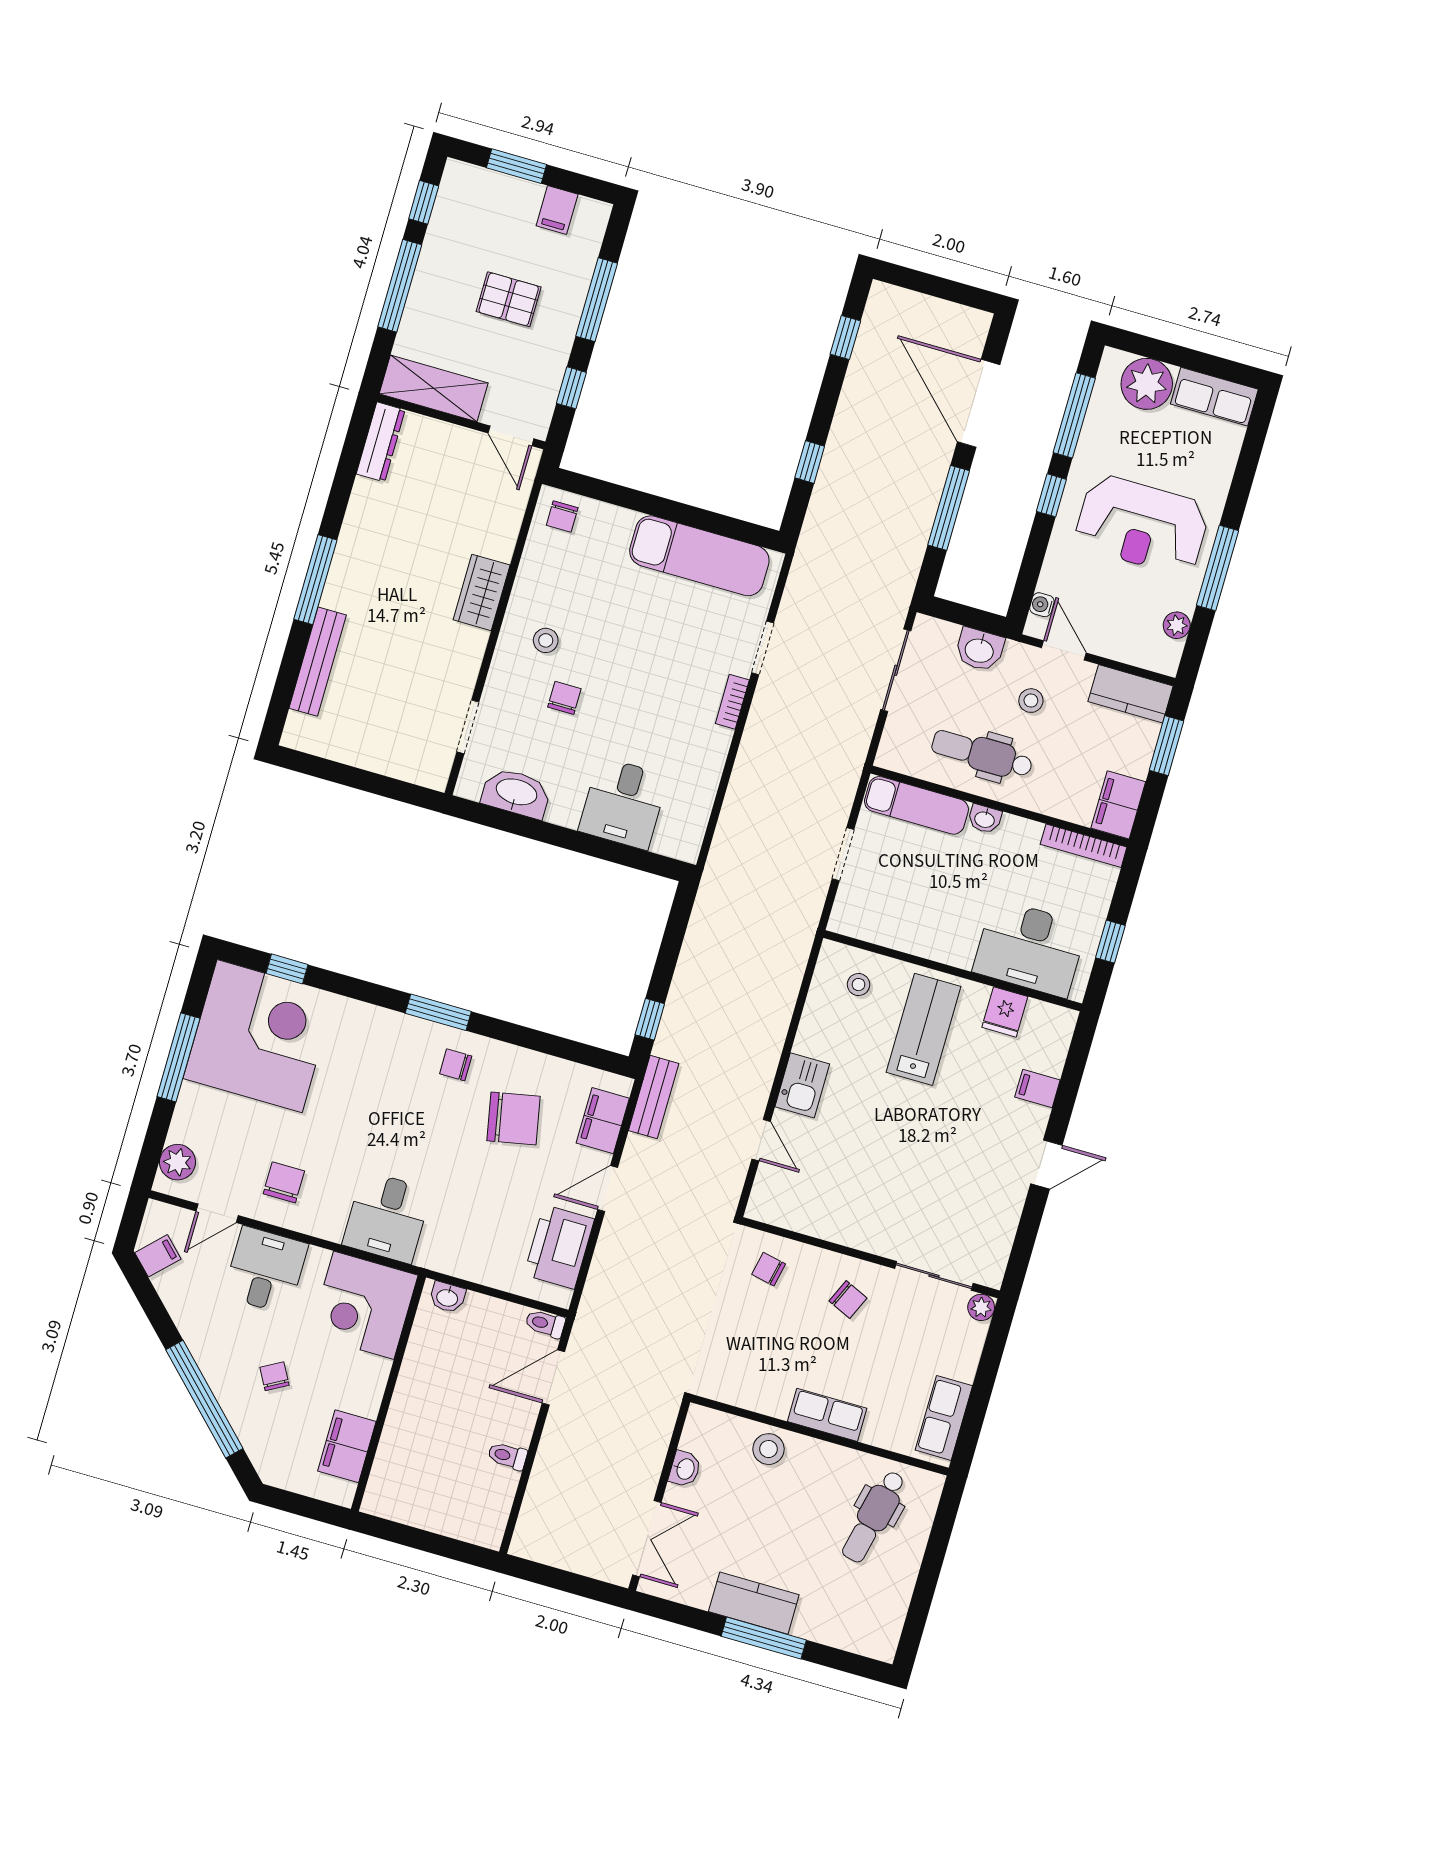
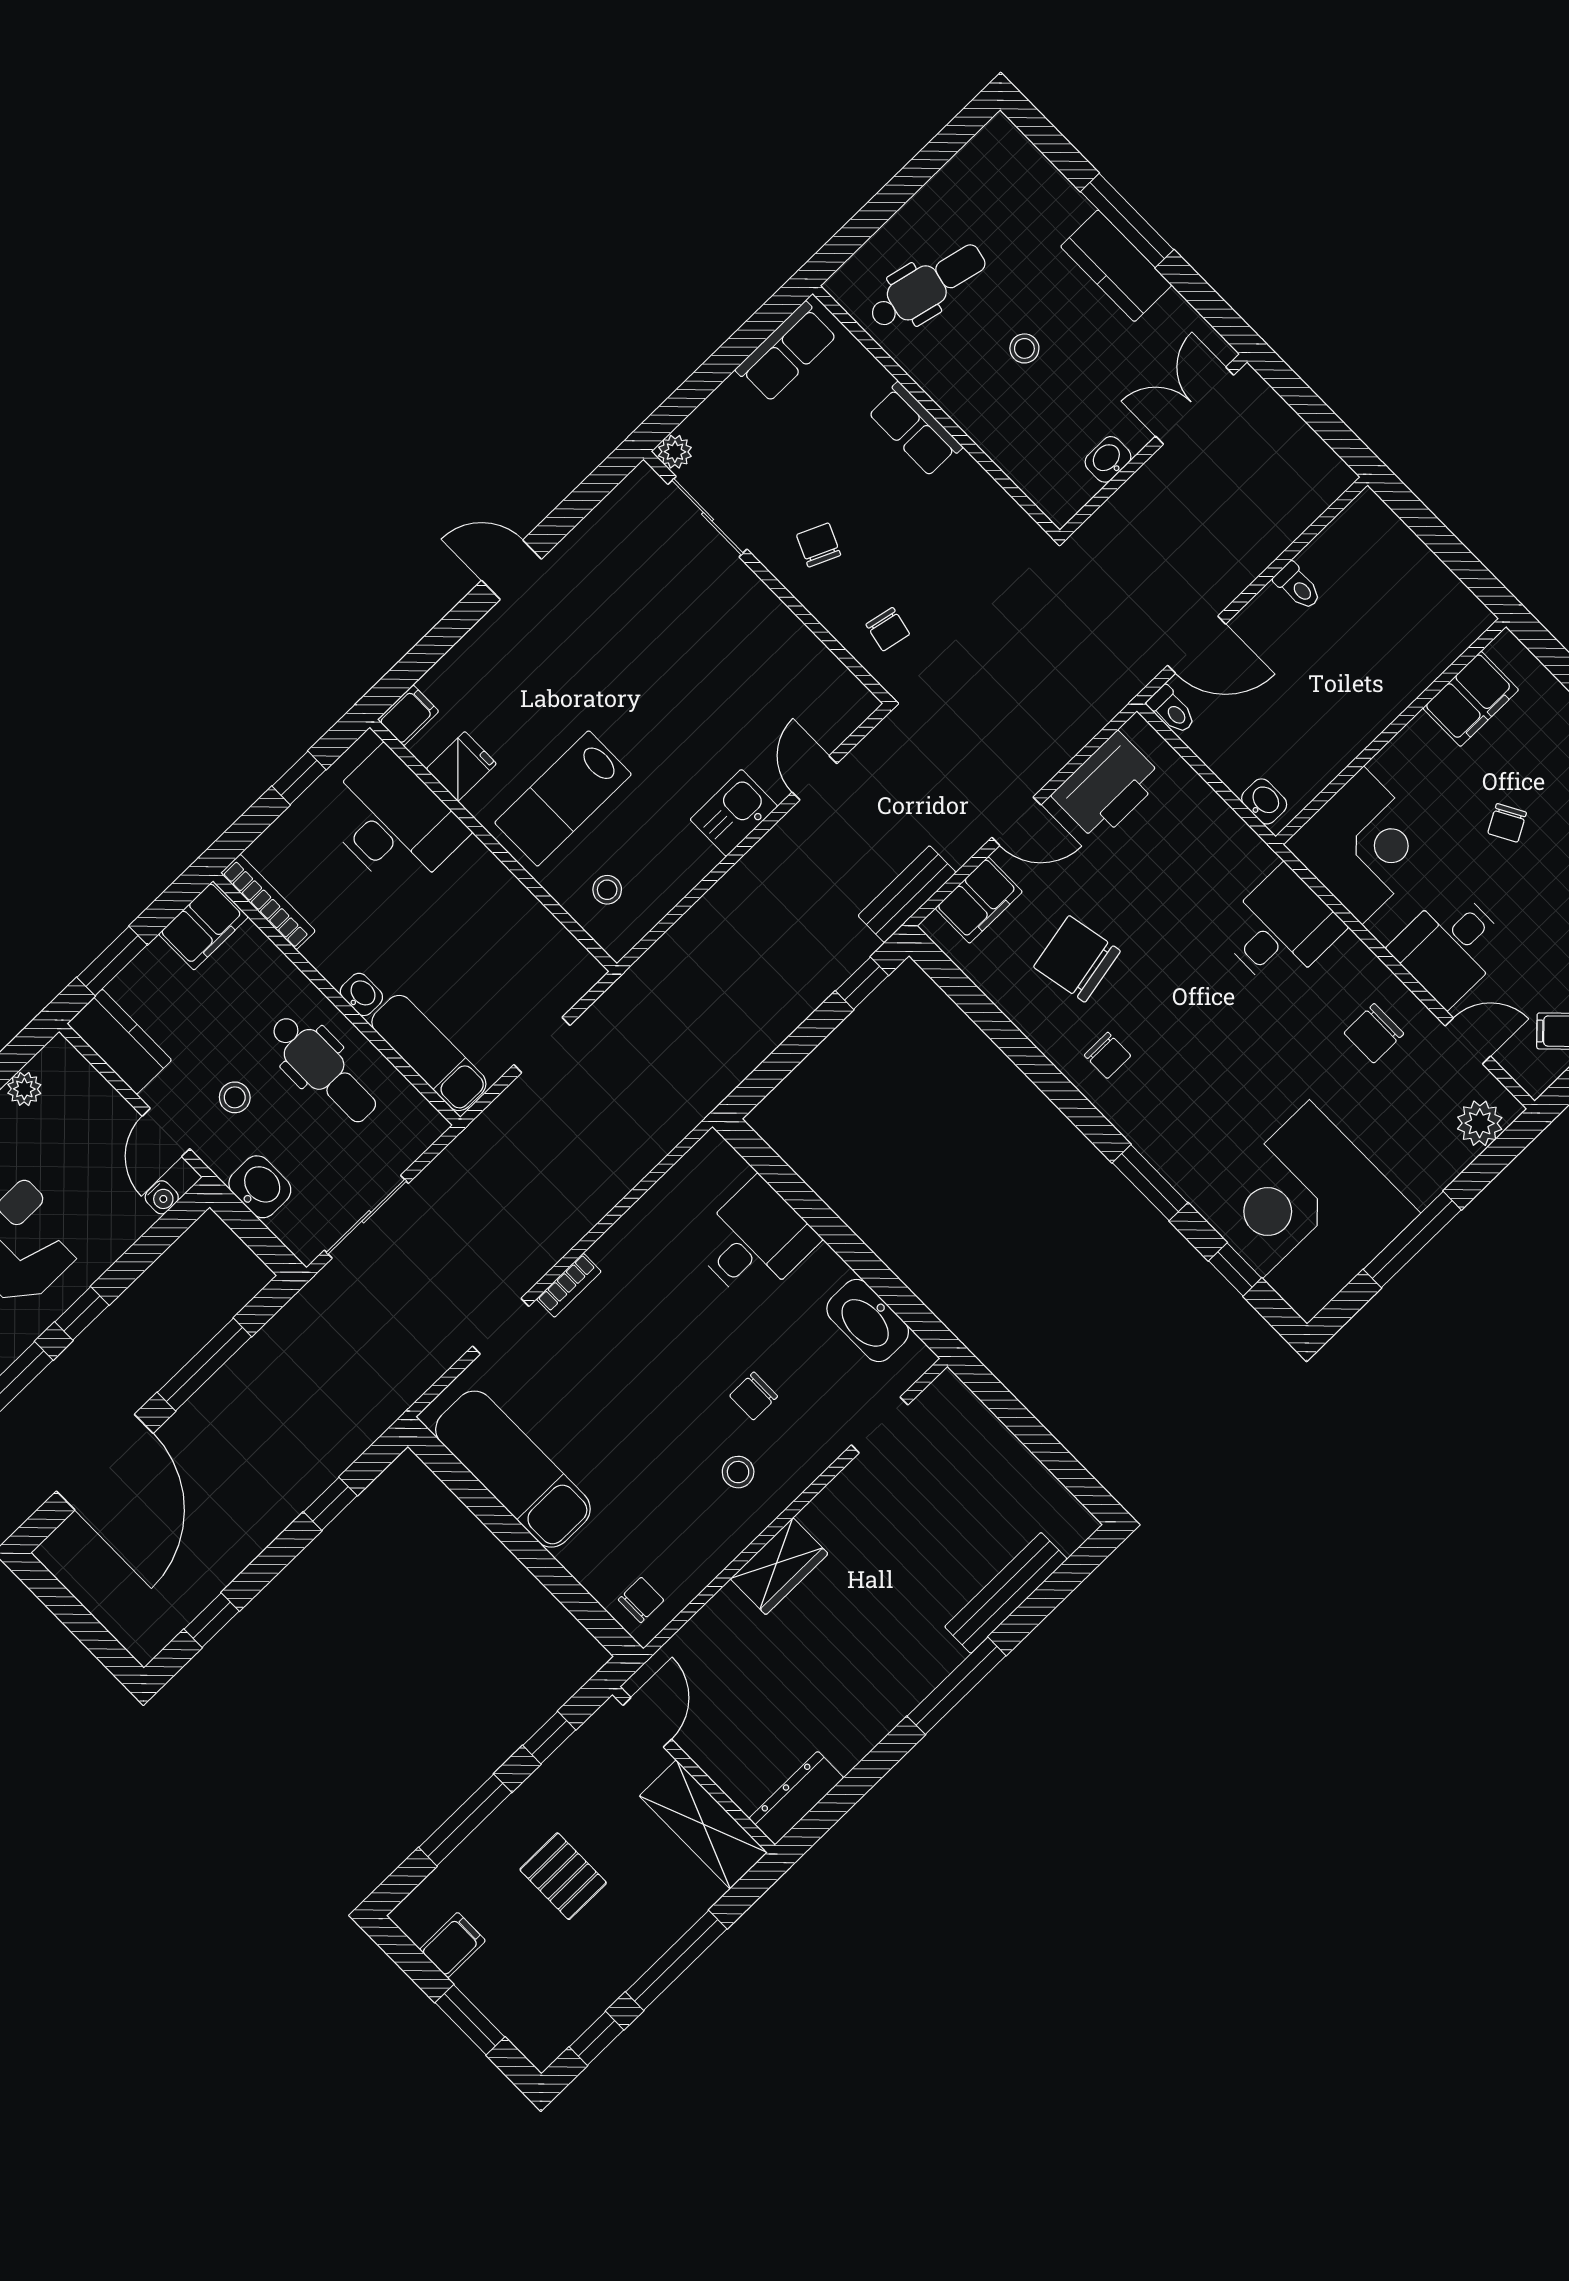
window: (438, 1012) -> (1150, 1183), moved
filing cabinet: (1037, 1088) -> (408, 715), moved, turned -90
stool: (768, 1449) -> (1024, 348), moved, width x0.73, depth x0.73

